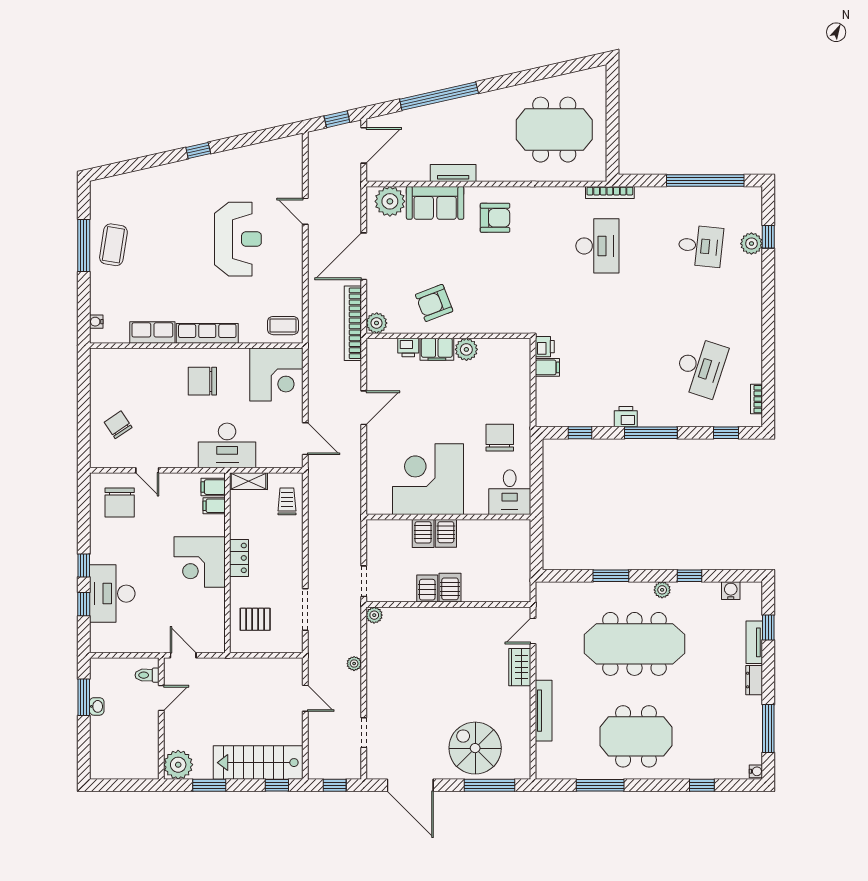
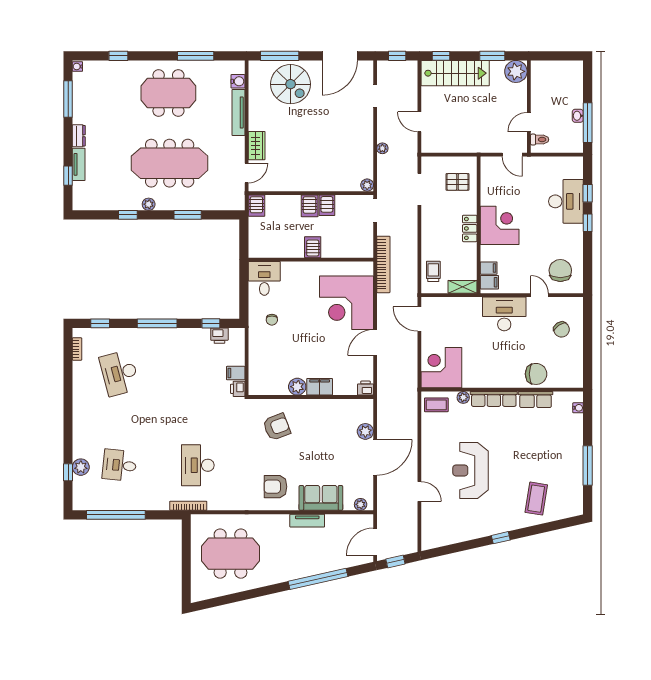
plant: (390, 201) -> (361, 504), width x0.53, depth x0.53
coffee table: (113, 245) -> (536, 499), moved
armchair: (434, 303) -> (277, 427), moved
bookcase: (353, 323) -> (383, 264), moved
plant: (377, 323) -> (365, 431), moved
plant: (248, 335) -> (463, 397), added
printer: (408, 348) -> (366, 388), moved
desk: (700, 367) -> (119, 373), turned -33
chair: (202, 381) -> (536, 374), moved
printer: (626, 417) -> (219, 336), moved
chair: (500, 438) -> (272, 320), width x0.54, depth x0.54
desk: (227, 445) -> (504, 314), moved
corner desk: (428, 479) -> (346, 303), moved, turned 90
trolley: (287, 501) -> (433, 271), turned 180
server rack: (423, 533) -> (256, 206), moved, turned 180
water cooler: (731, 591) -> (238, 81), moved, turned -90
window: (84, 697) -> (588, 123), width x1.44
door: (410, 785) -> (340, 56), swing flipped

